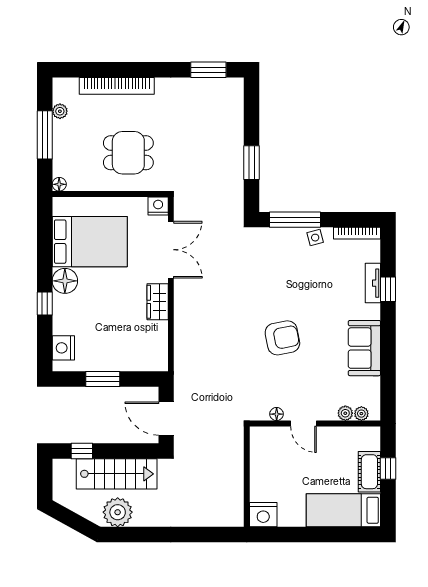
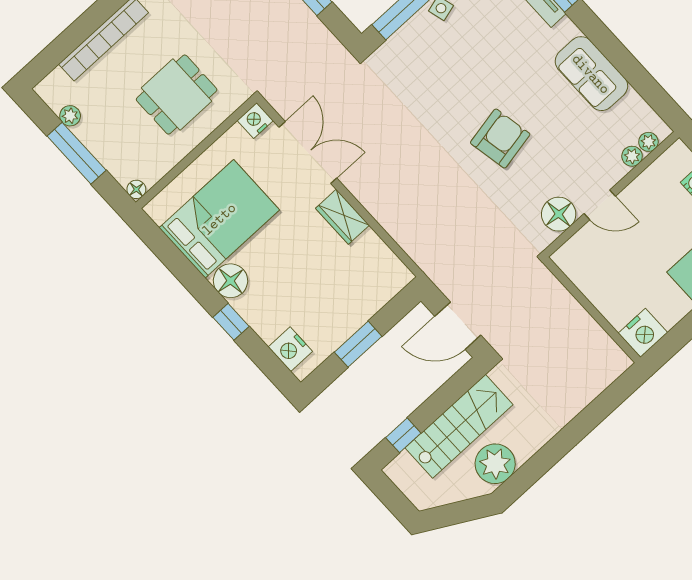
floor lamp: (277, 414) -> (559, 214), width x1.89, depth x1.89

